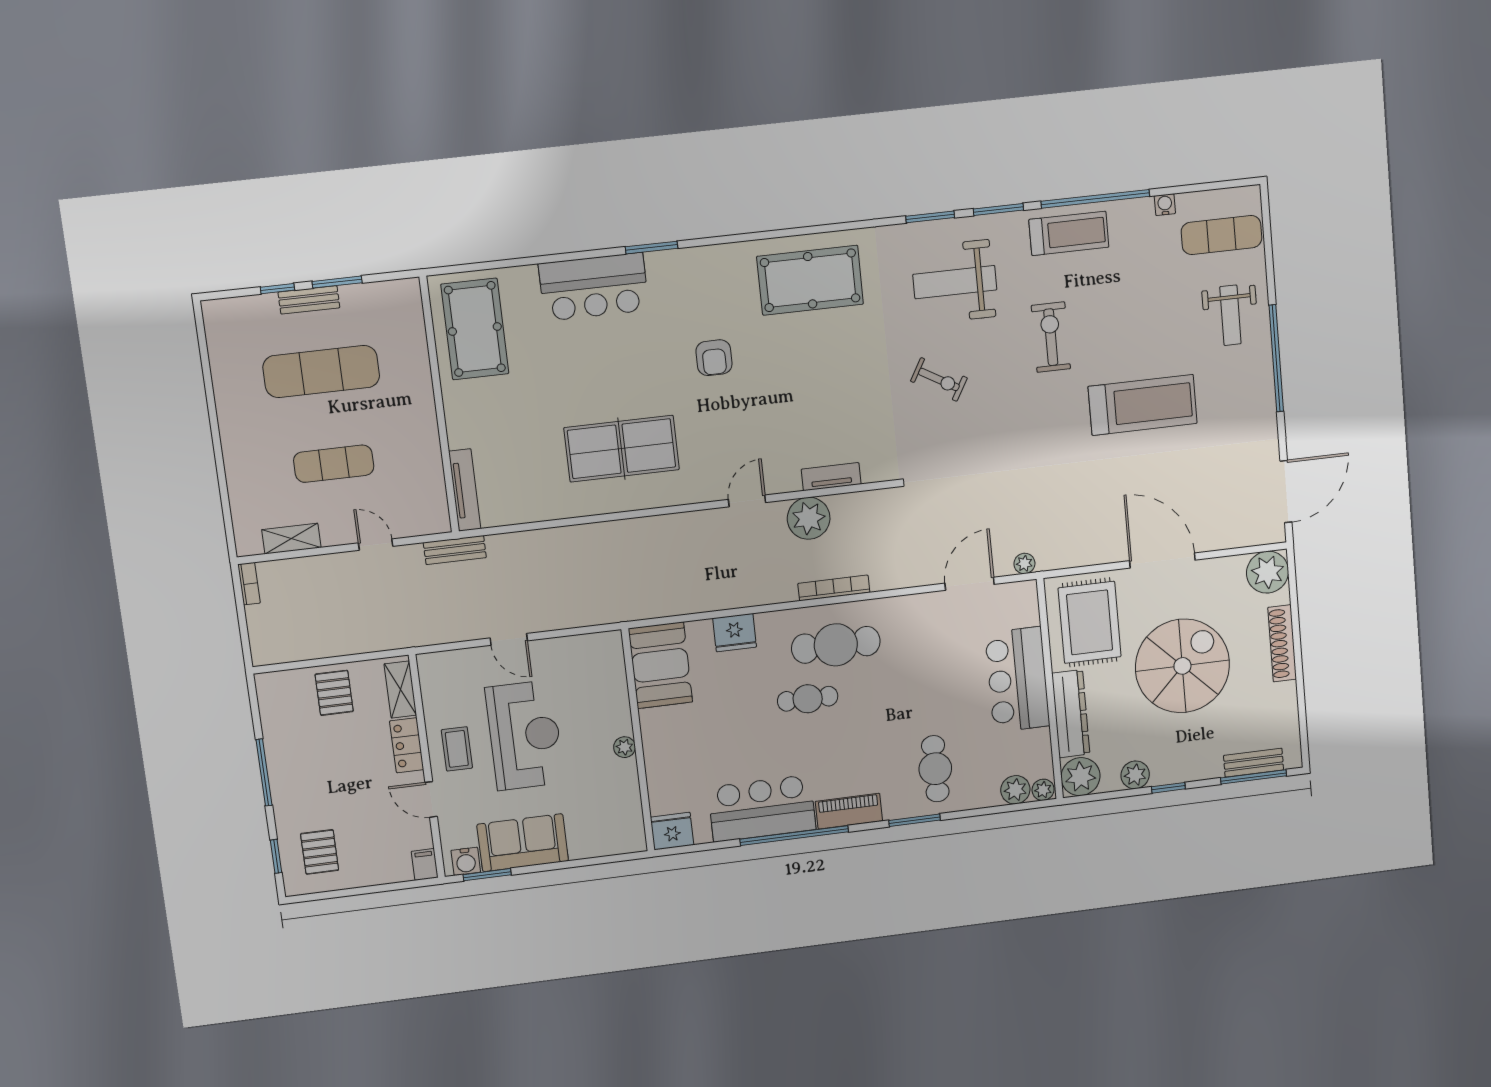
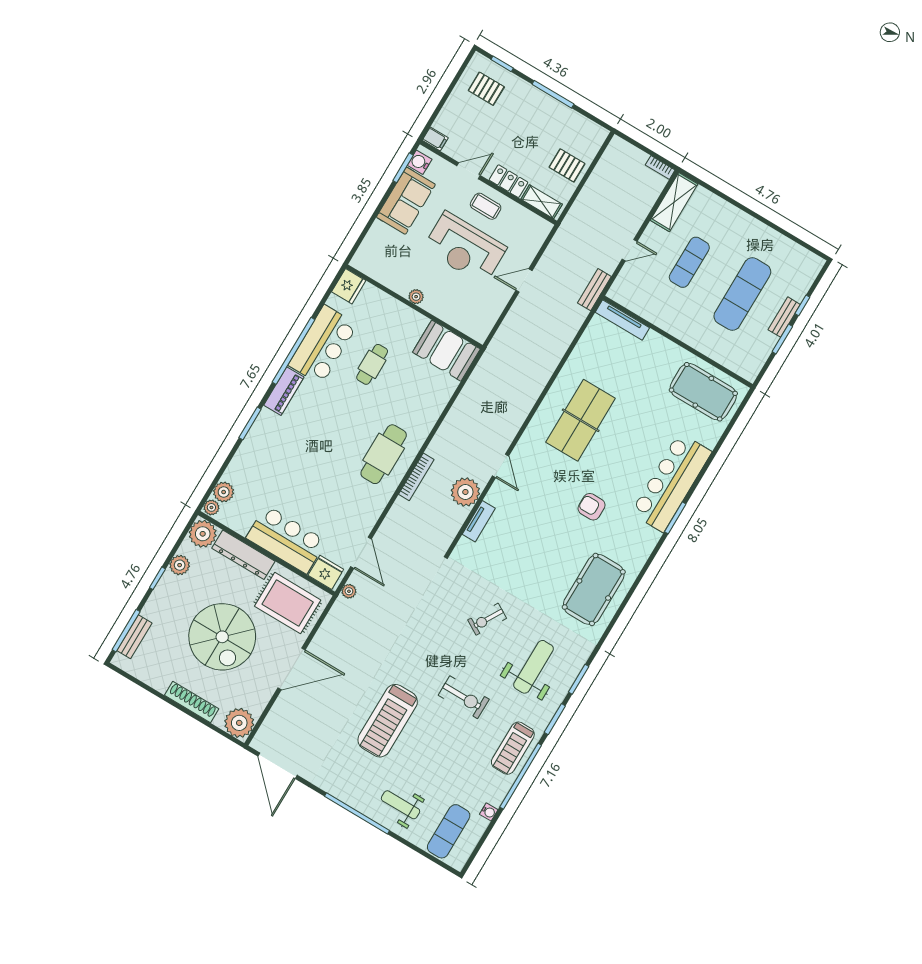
bar counter: (594, 287) -> (671, 482), width x1.36
shelving: (291, 539) -> (674, 202), width x1.50, depth x1.33
fridge: (735, 633) -> (326, 572), moved, turned 90
cafe table: (808, 699) -> (372, 364), moved
cafe table: (935, 769) -> (271, 457), removed

